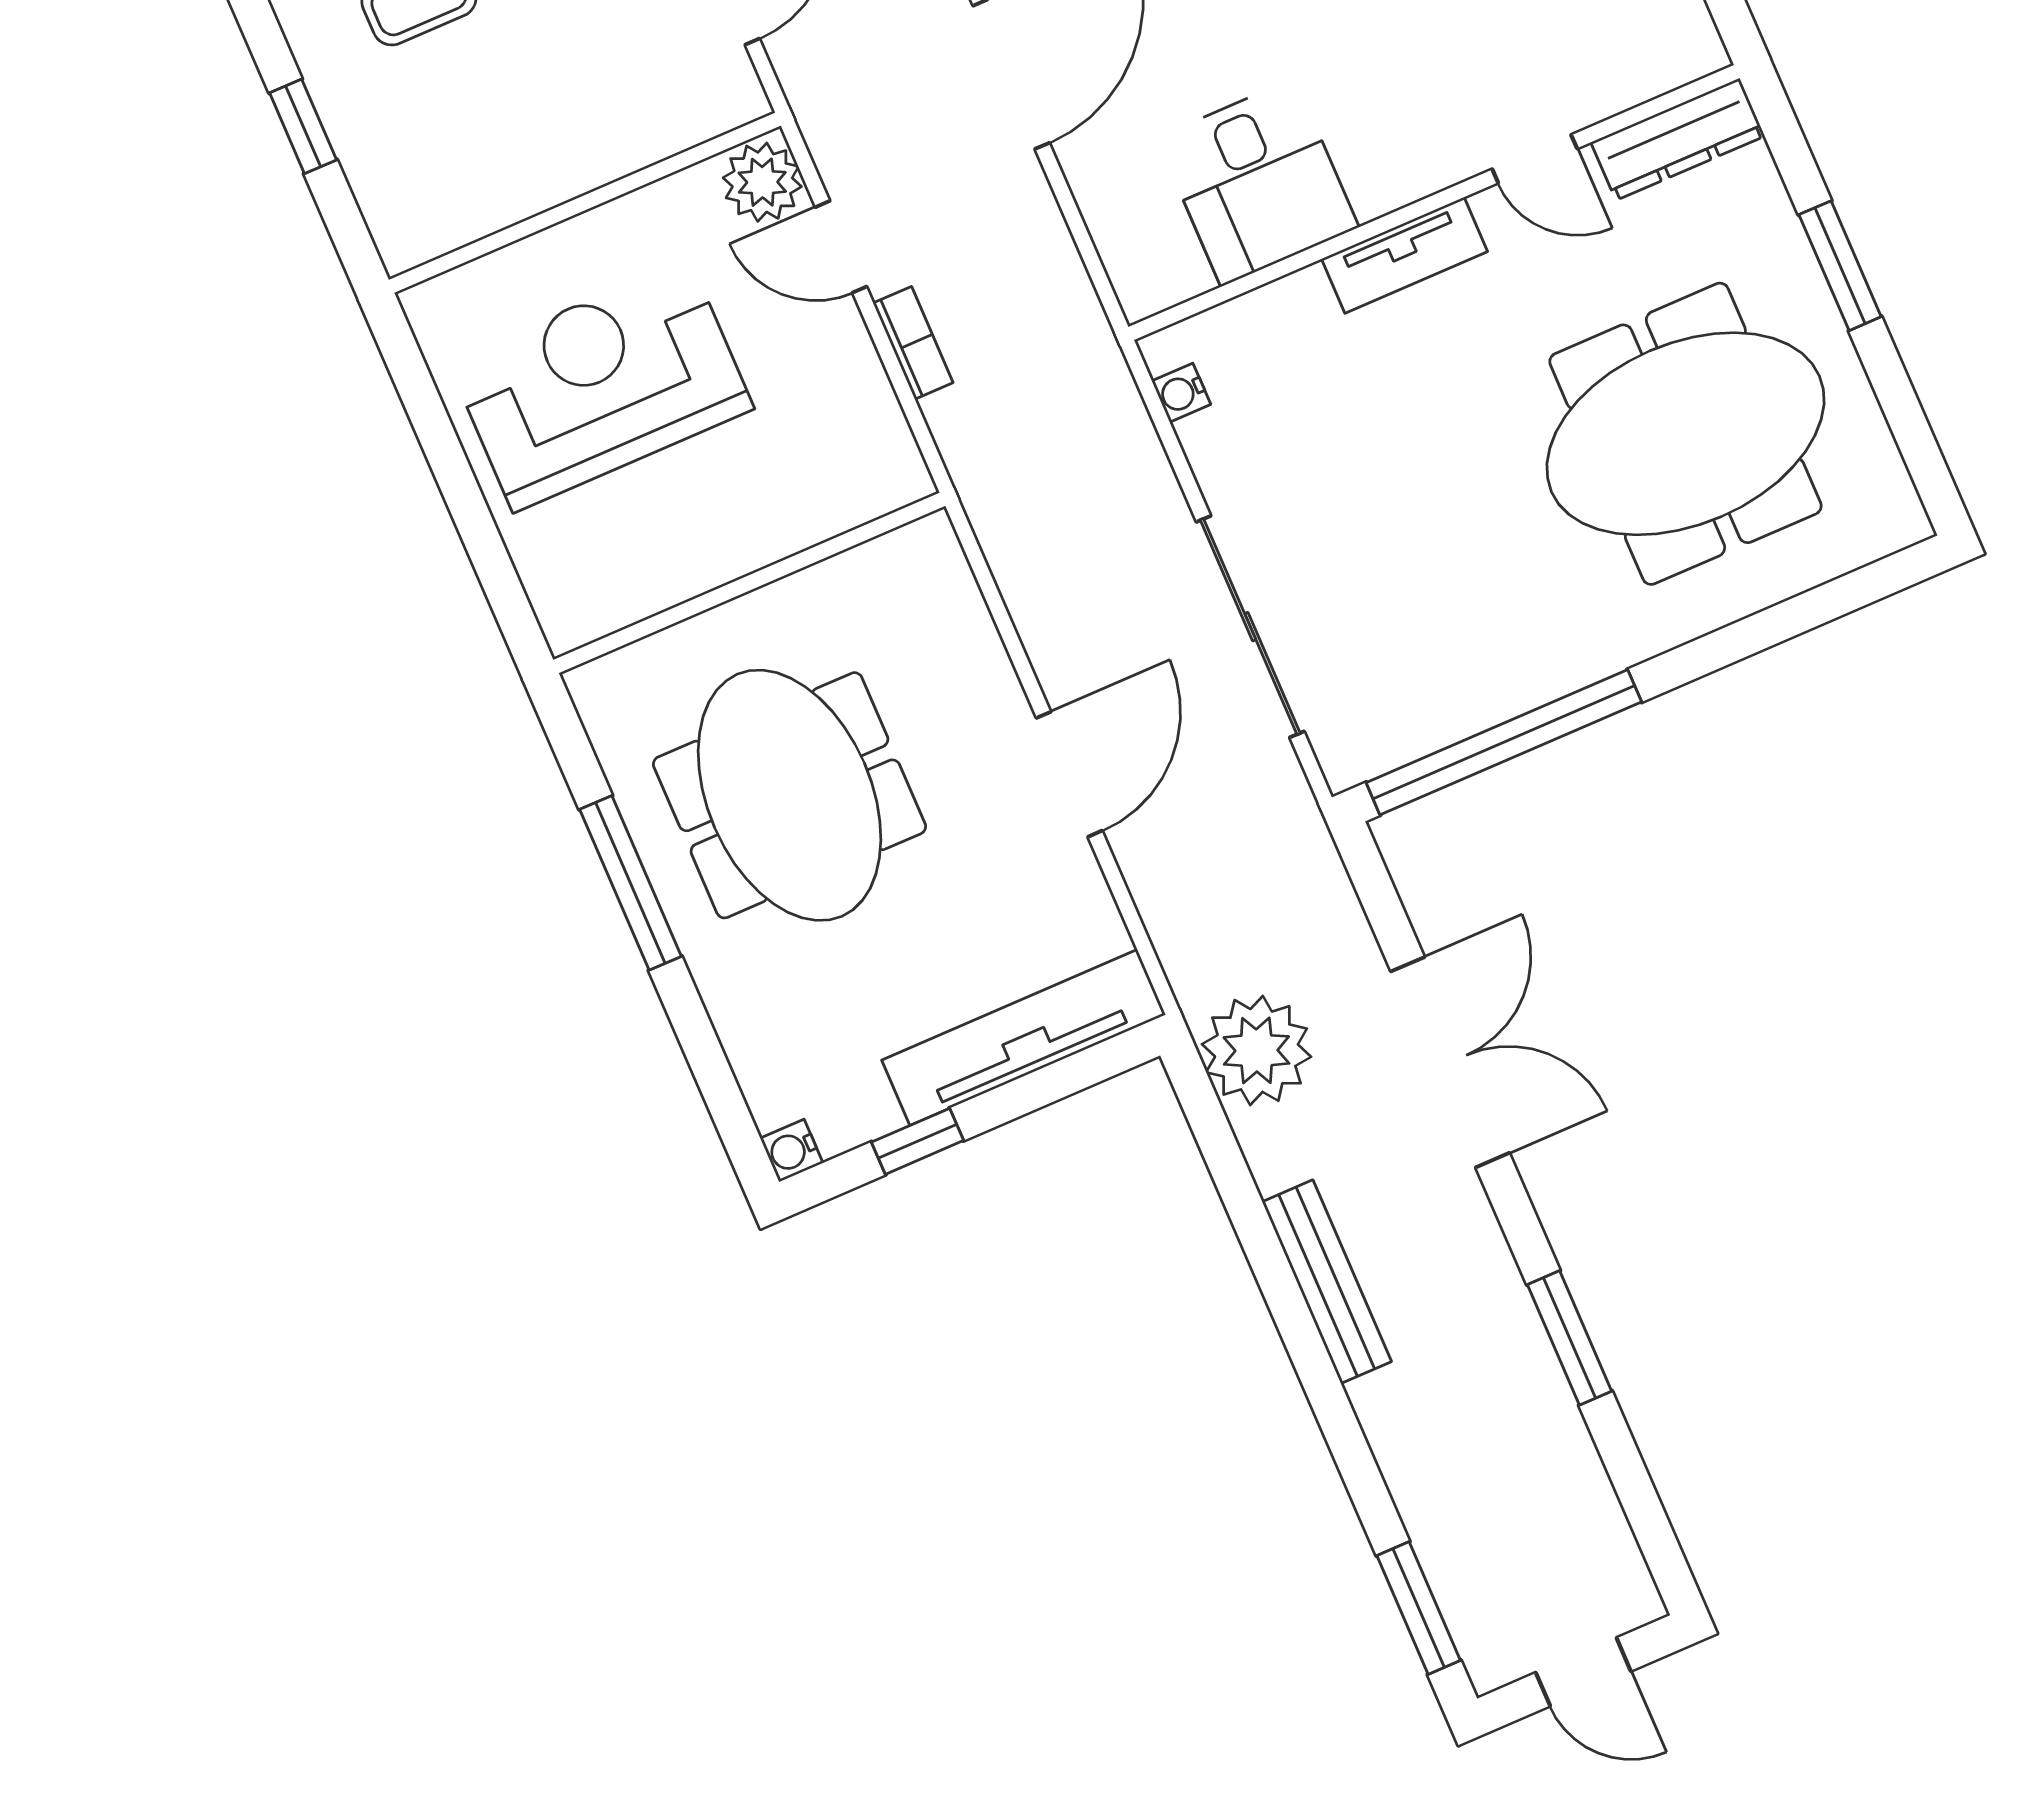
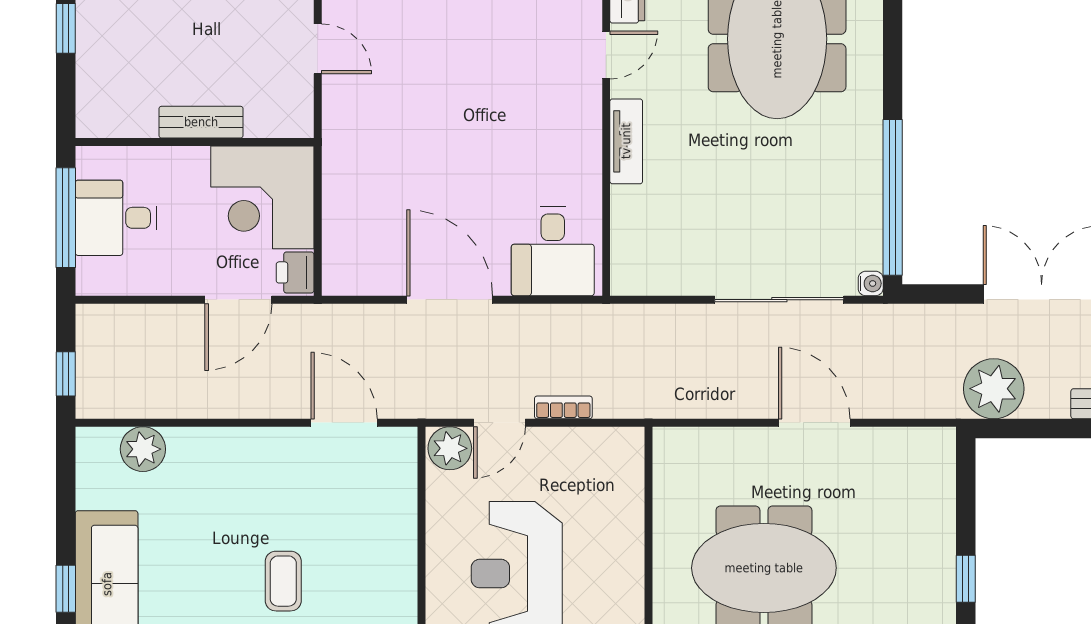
desk: (1258, 182) -> (553, 251), moved, turned 90
water cooler: (1181, 393) -> (871, 283), moved, turned -90
tv unit: (1024, 1037) -> (937, 503), removed

